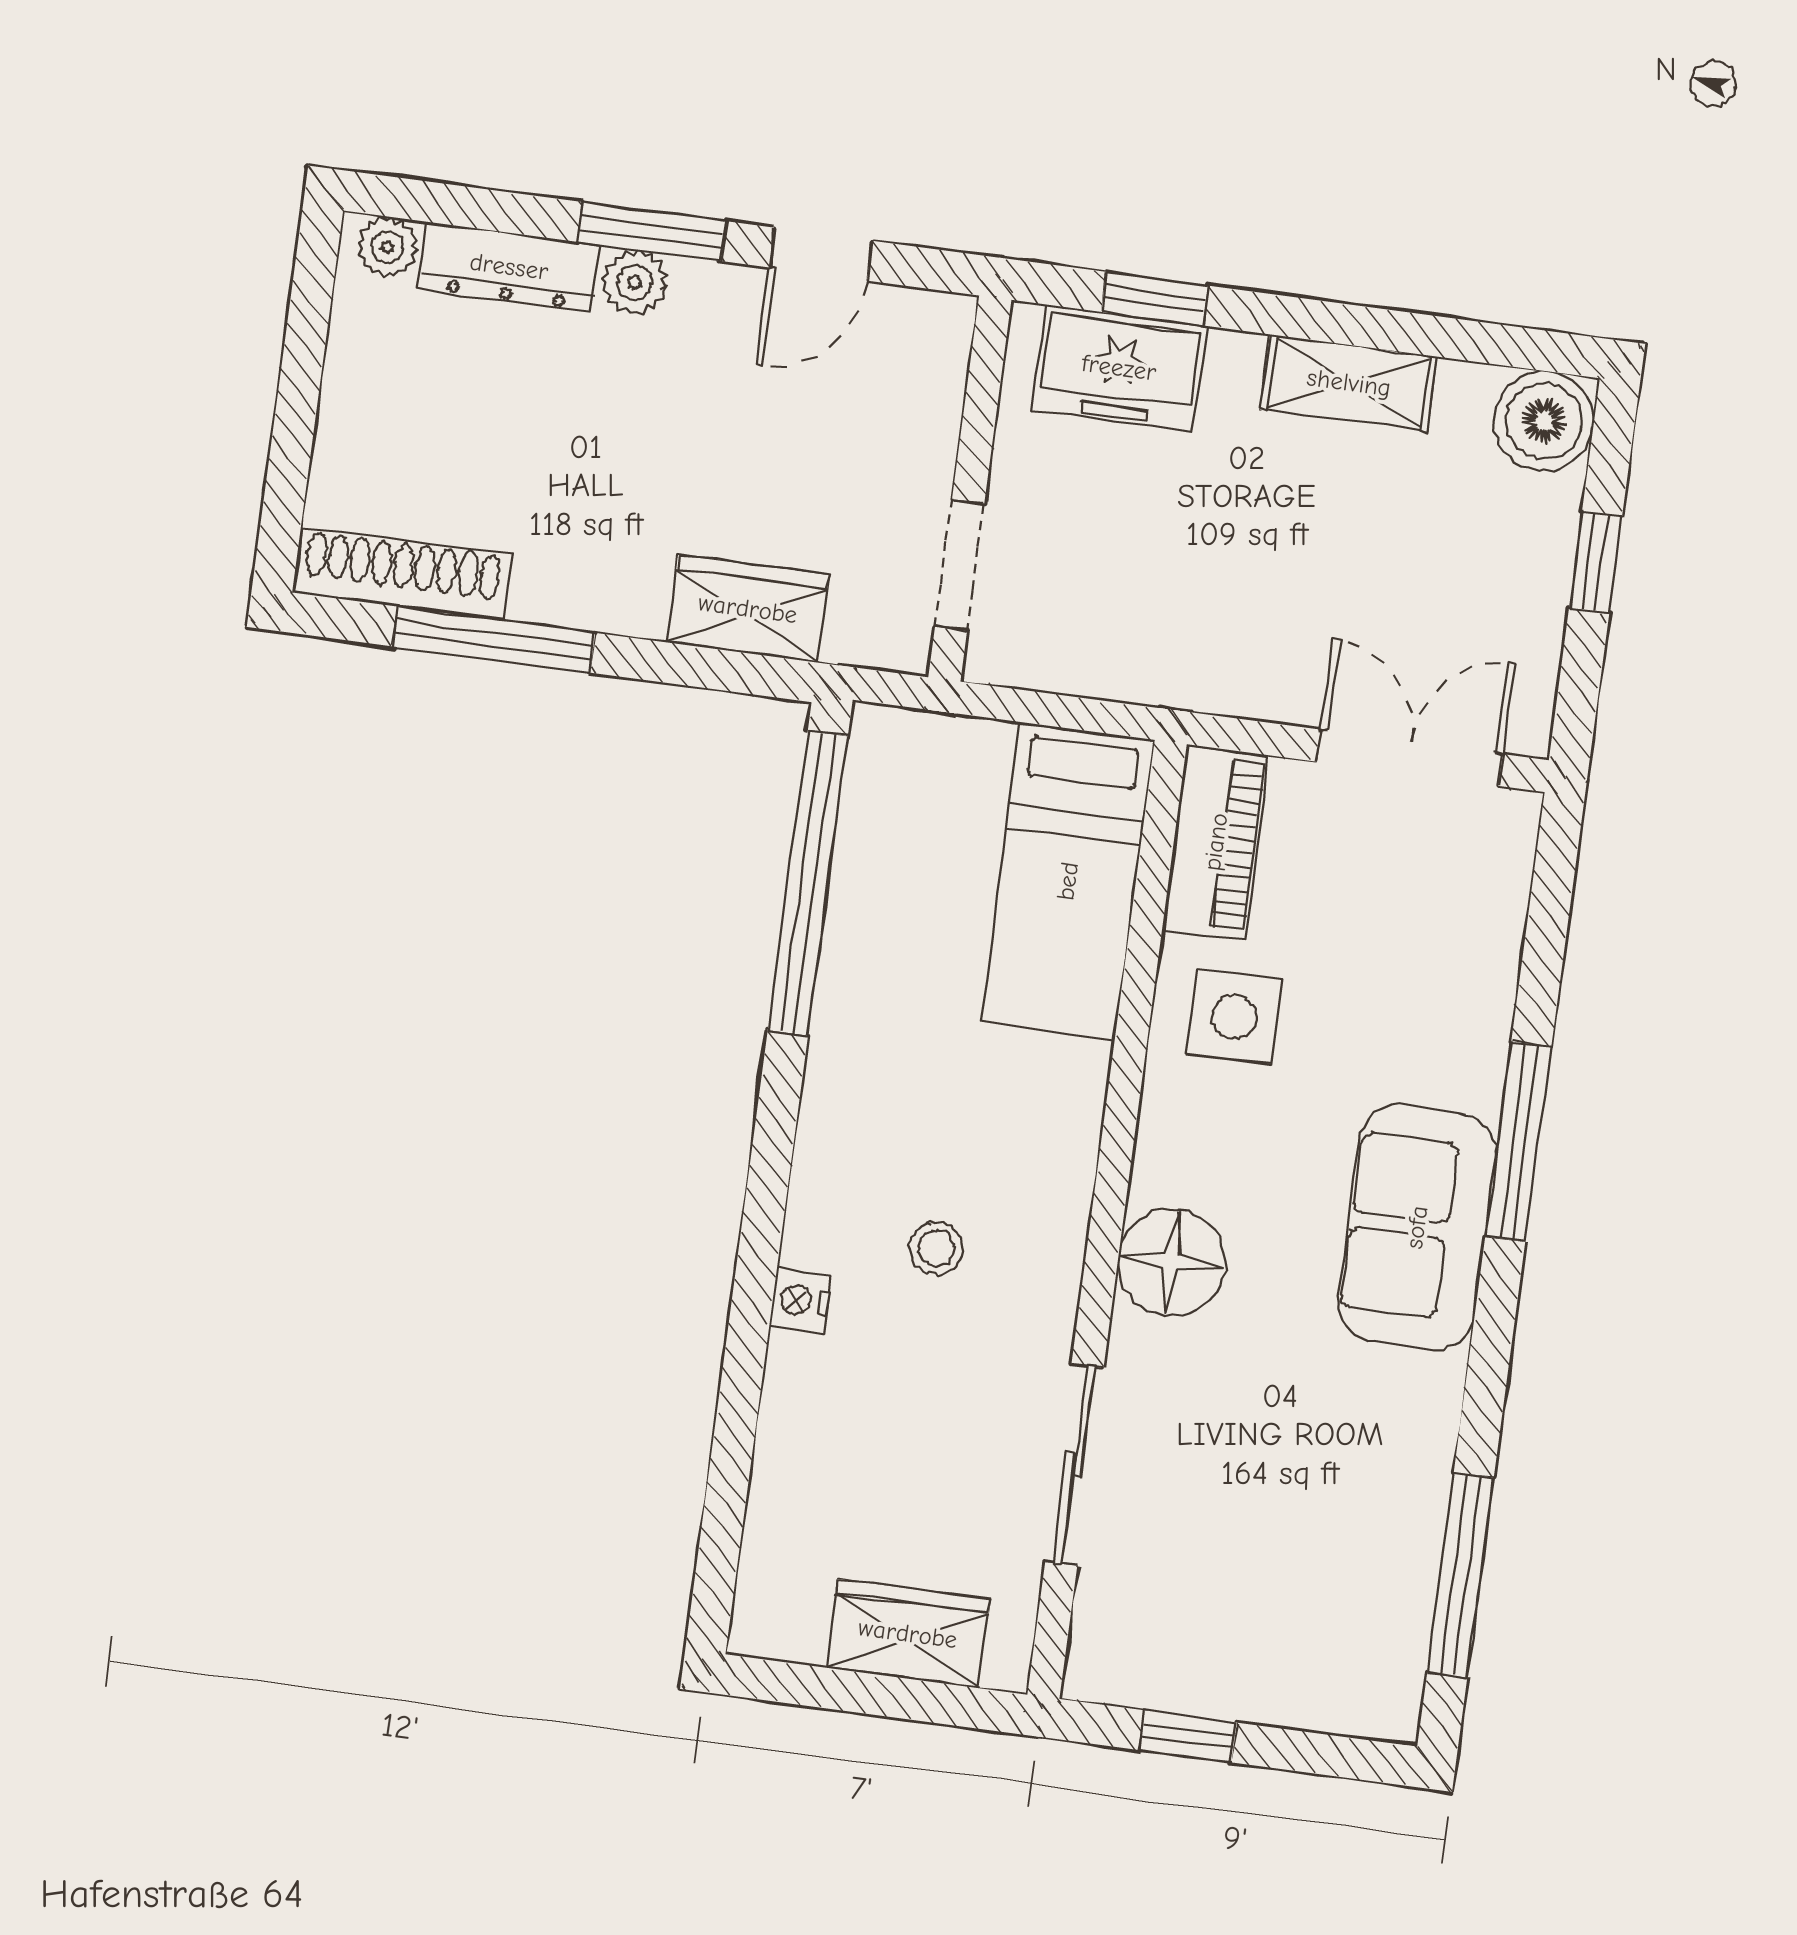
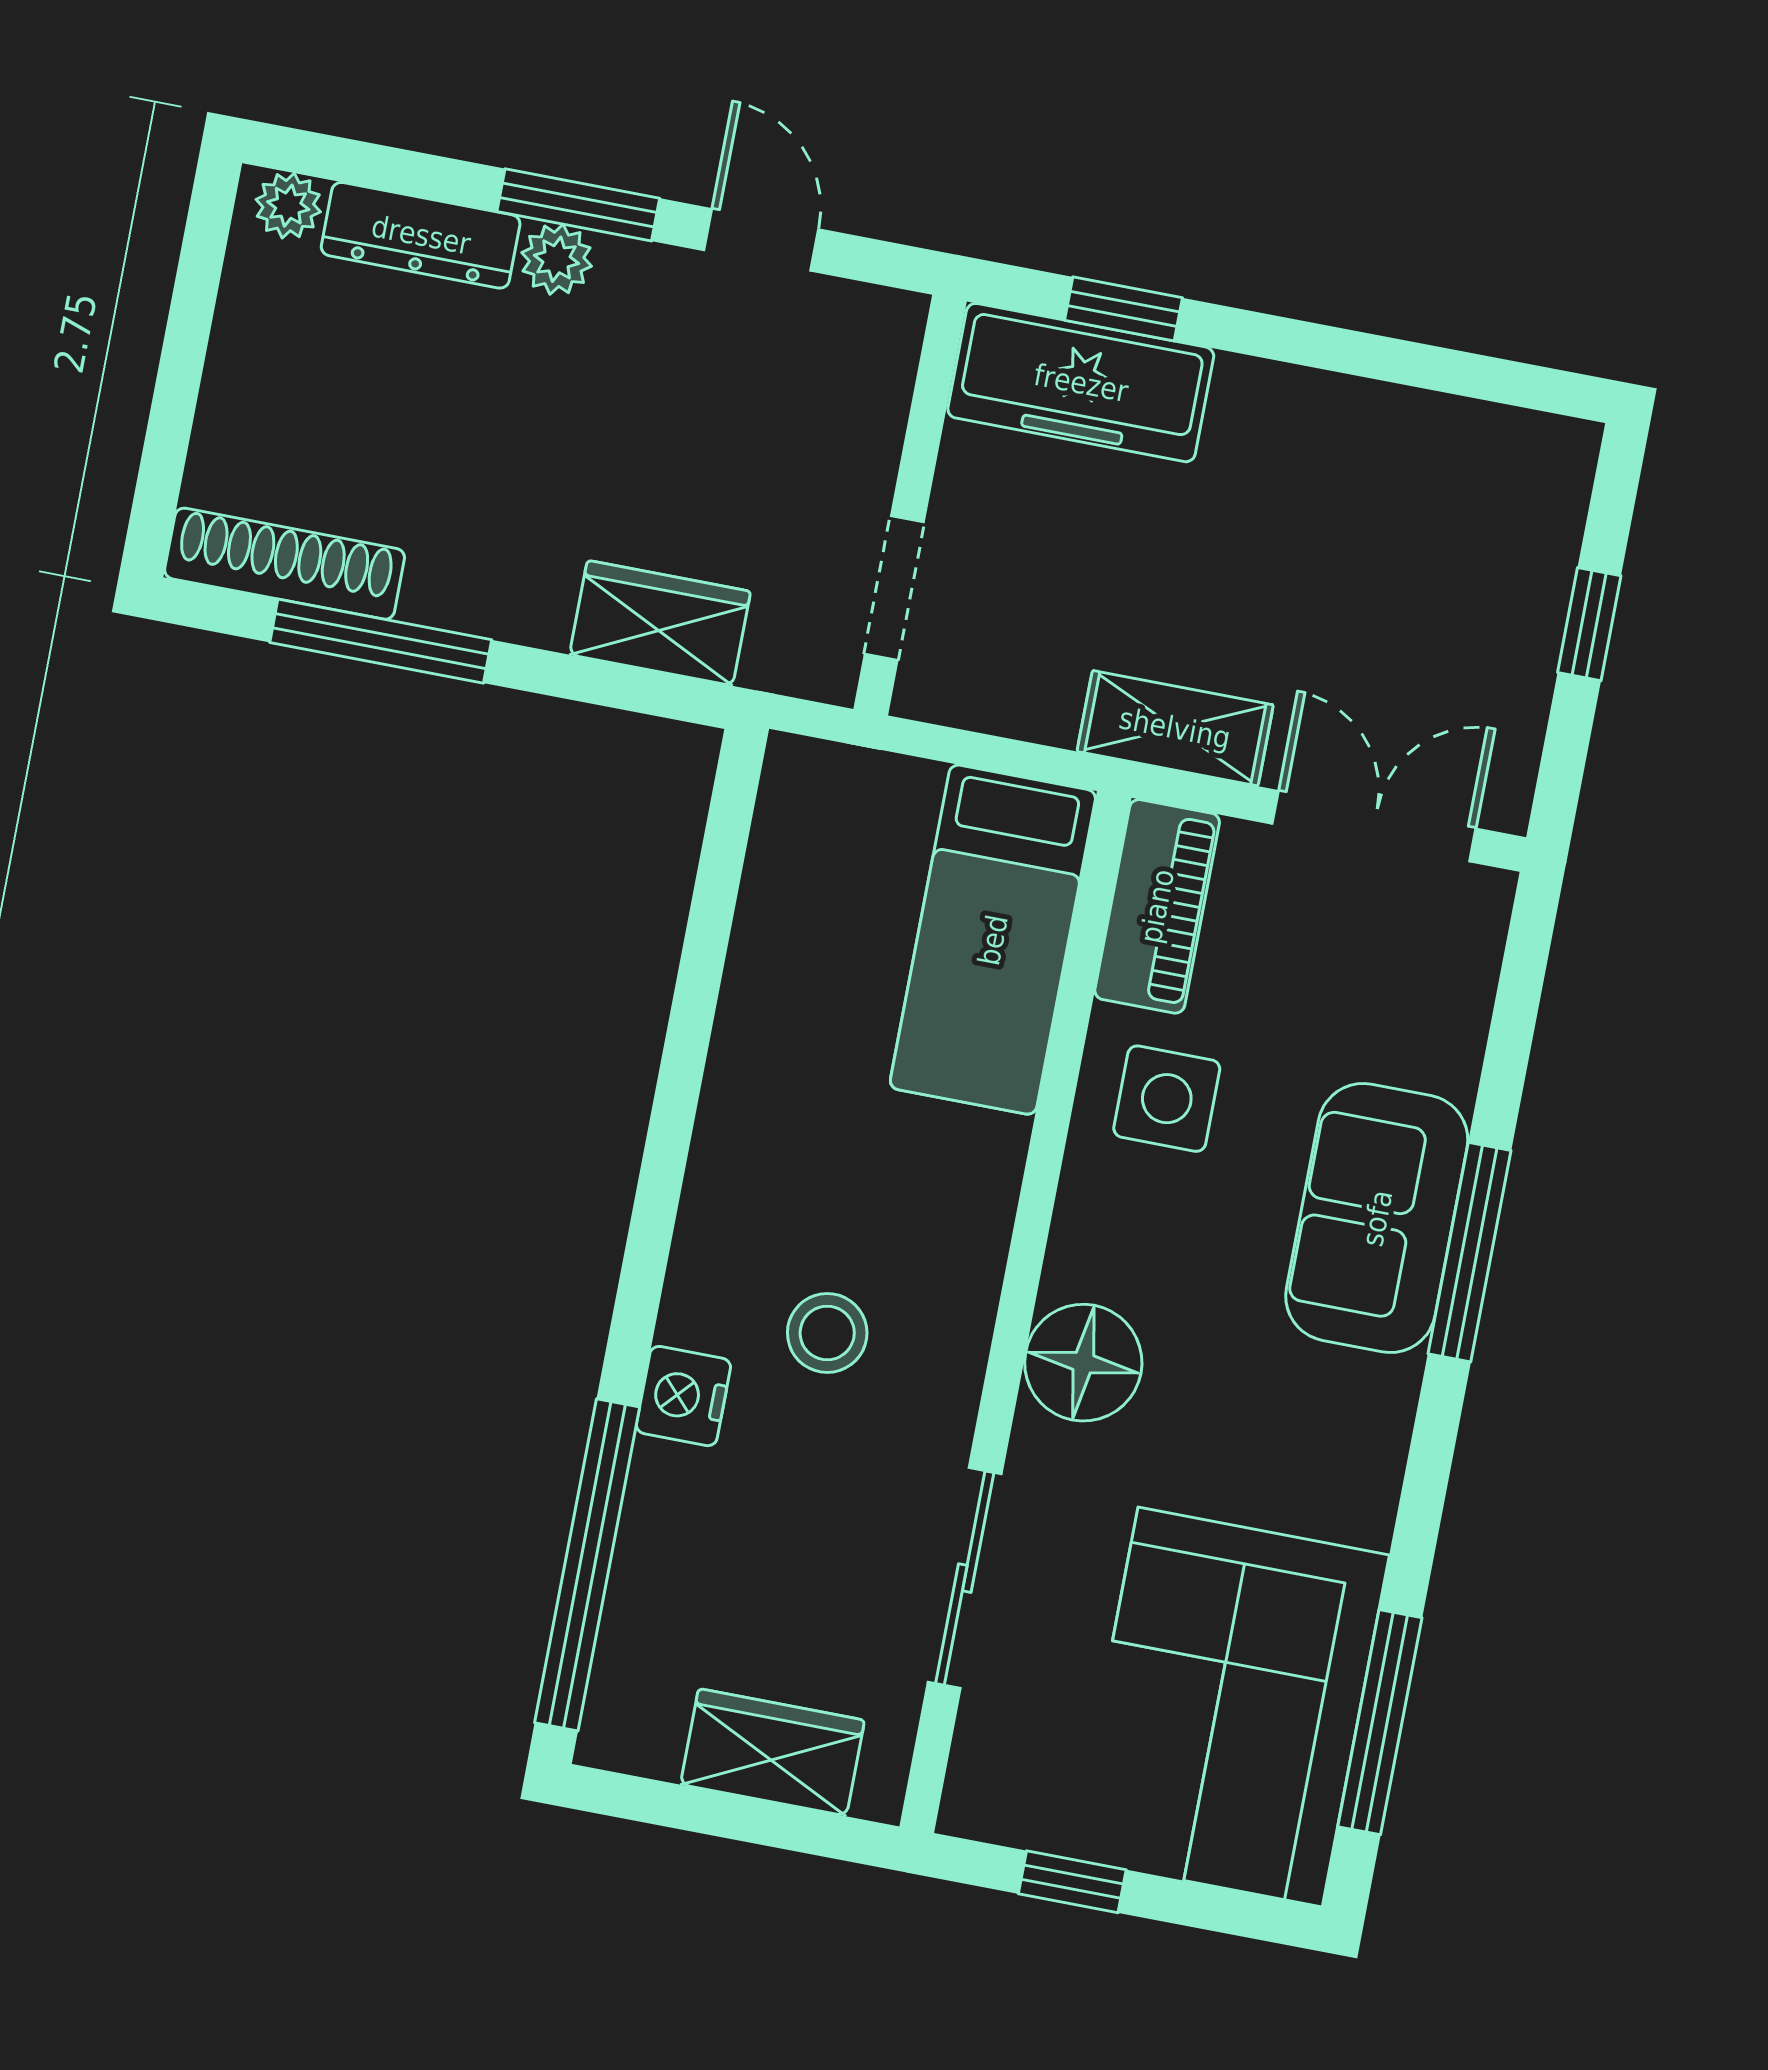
door: (821, 254) -> (761, 240), swing flipped
freezer: (1119, 368) -> (1081, 383), width x1.40
shelving: (1349, 383) -> (1175, 728), moved
boiler: (1544, 421) -> (1541, 467), removed
window: (808, 883) -> (587, 1565), moved
sofa: (1417, 1227) -> (1377, 1218), moved
stool: (936, 1248) -> (827, 1333), width x1.37, depth x1.37
nightstand: (800, 1300) -> (683, 1396), width x1.39, depth x1.35
corner sofa: (1323, 1569) -> (1230, 1707), added

